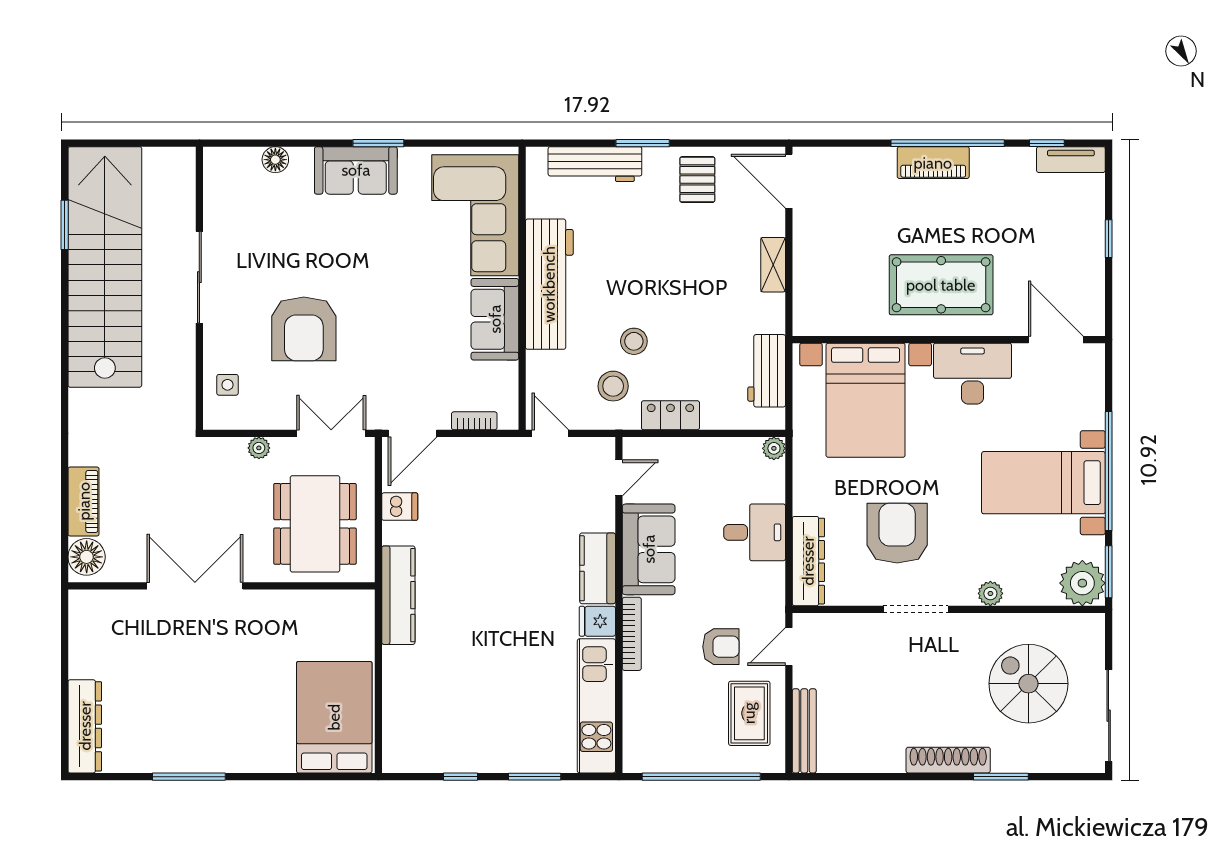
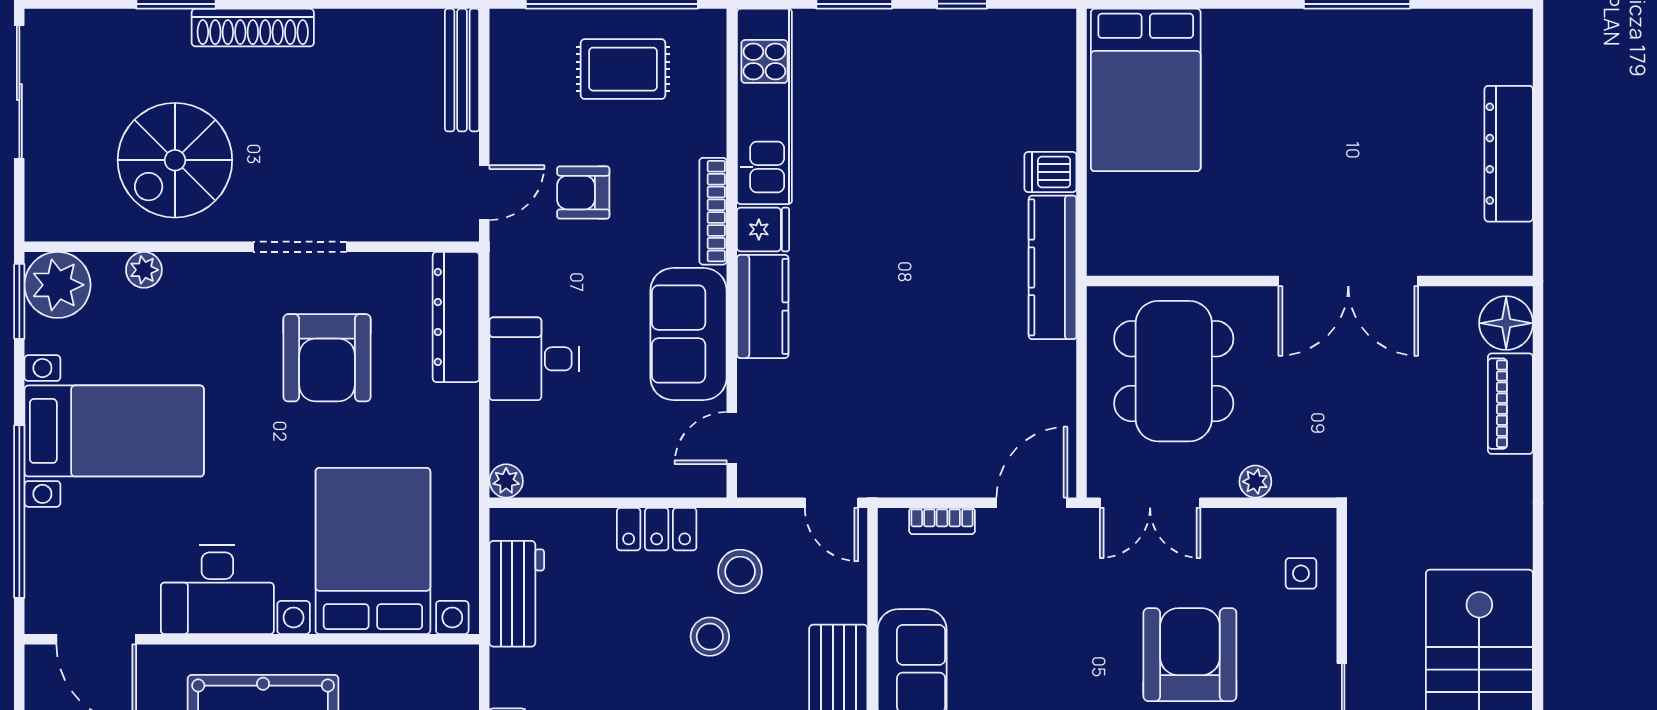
window: (1109, 471) -> (19, 511), moved
dishwasher: (400, 507) -> (1050, 172), moved
plant: (990, 593) -> (144, 270), moved
spiral stairs: (1028, 684) -> (175, 160), moved, turned 90
rug: (749, 713) -> (623, 69), moved, turned 90
dresser: (85, 726) -> (1509, 154), moved

